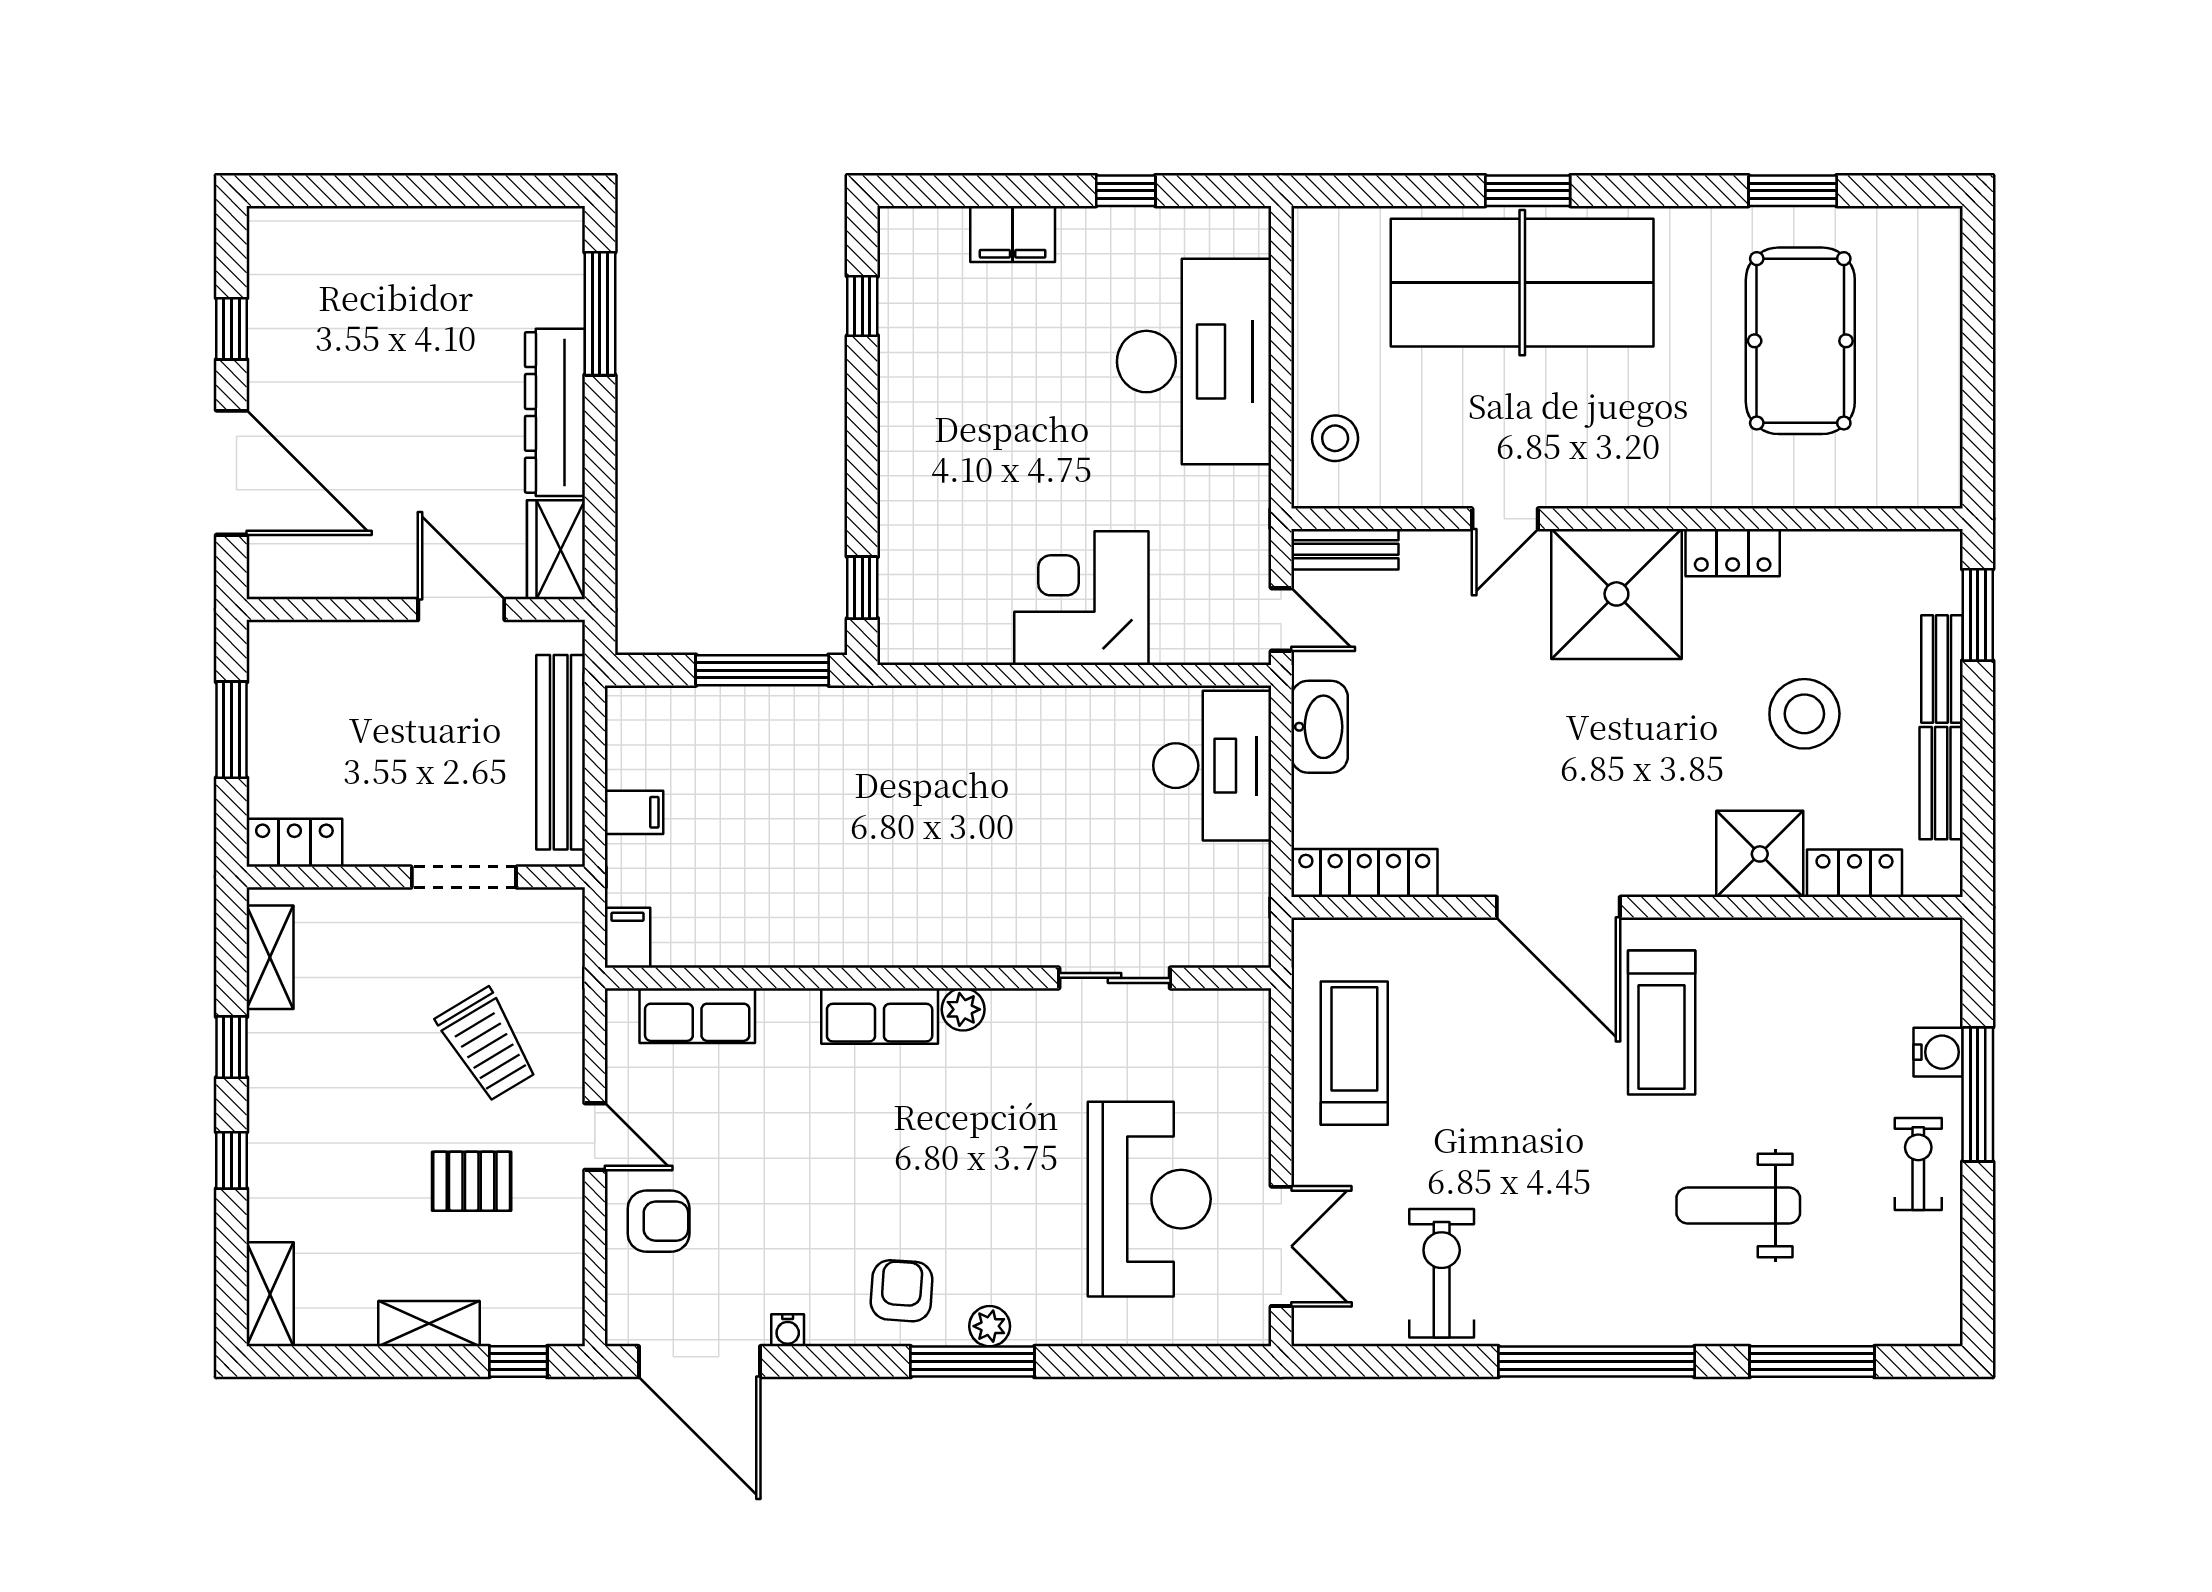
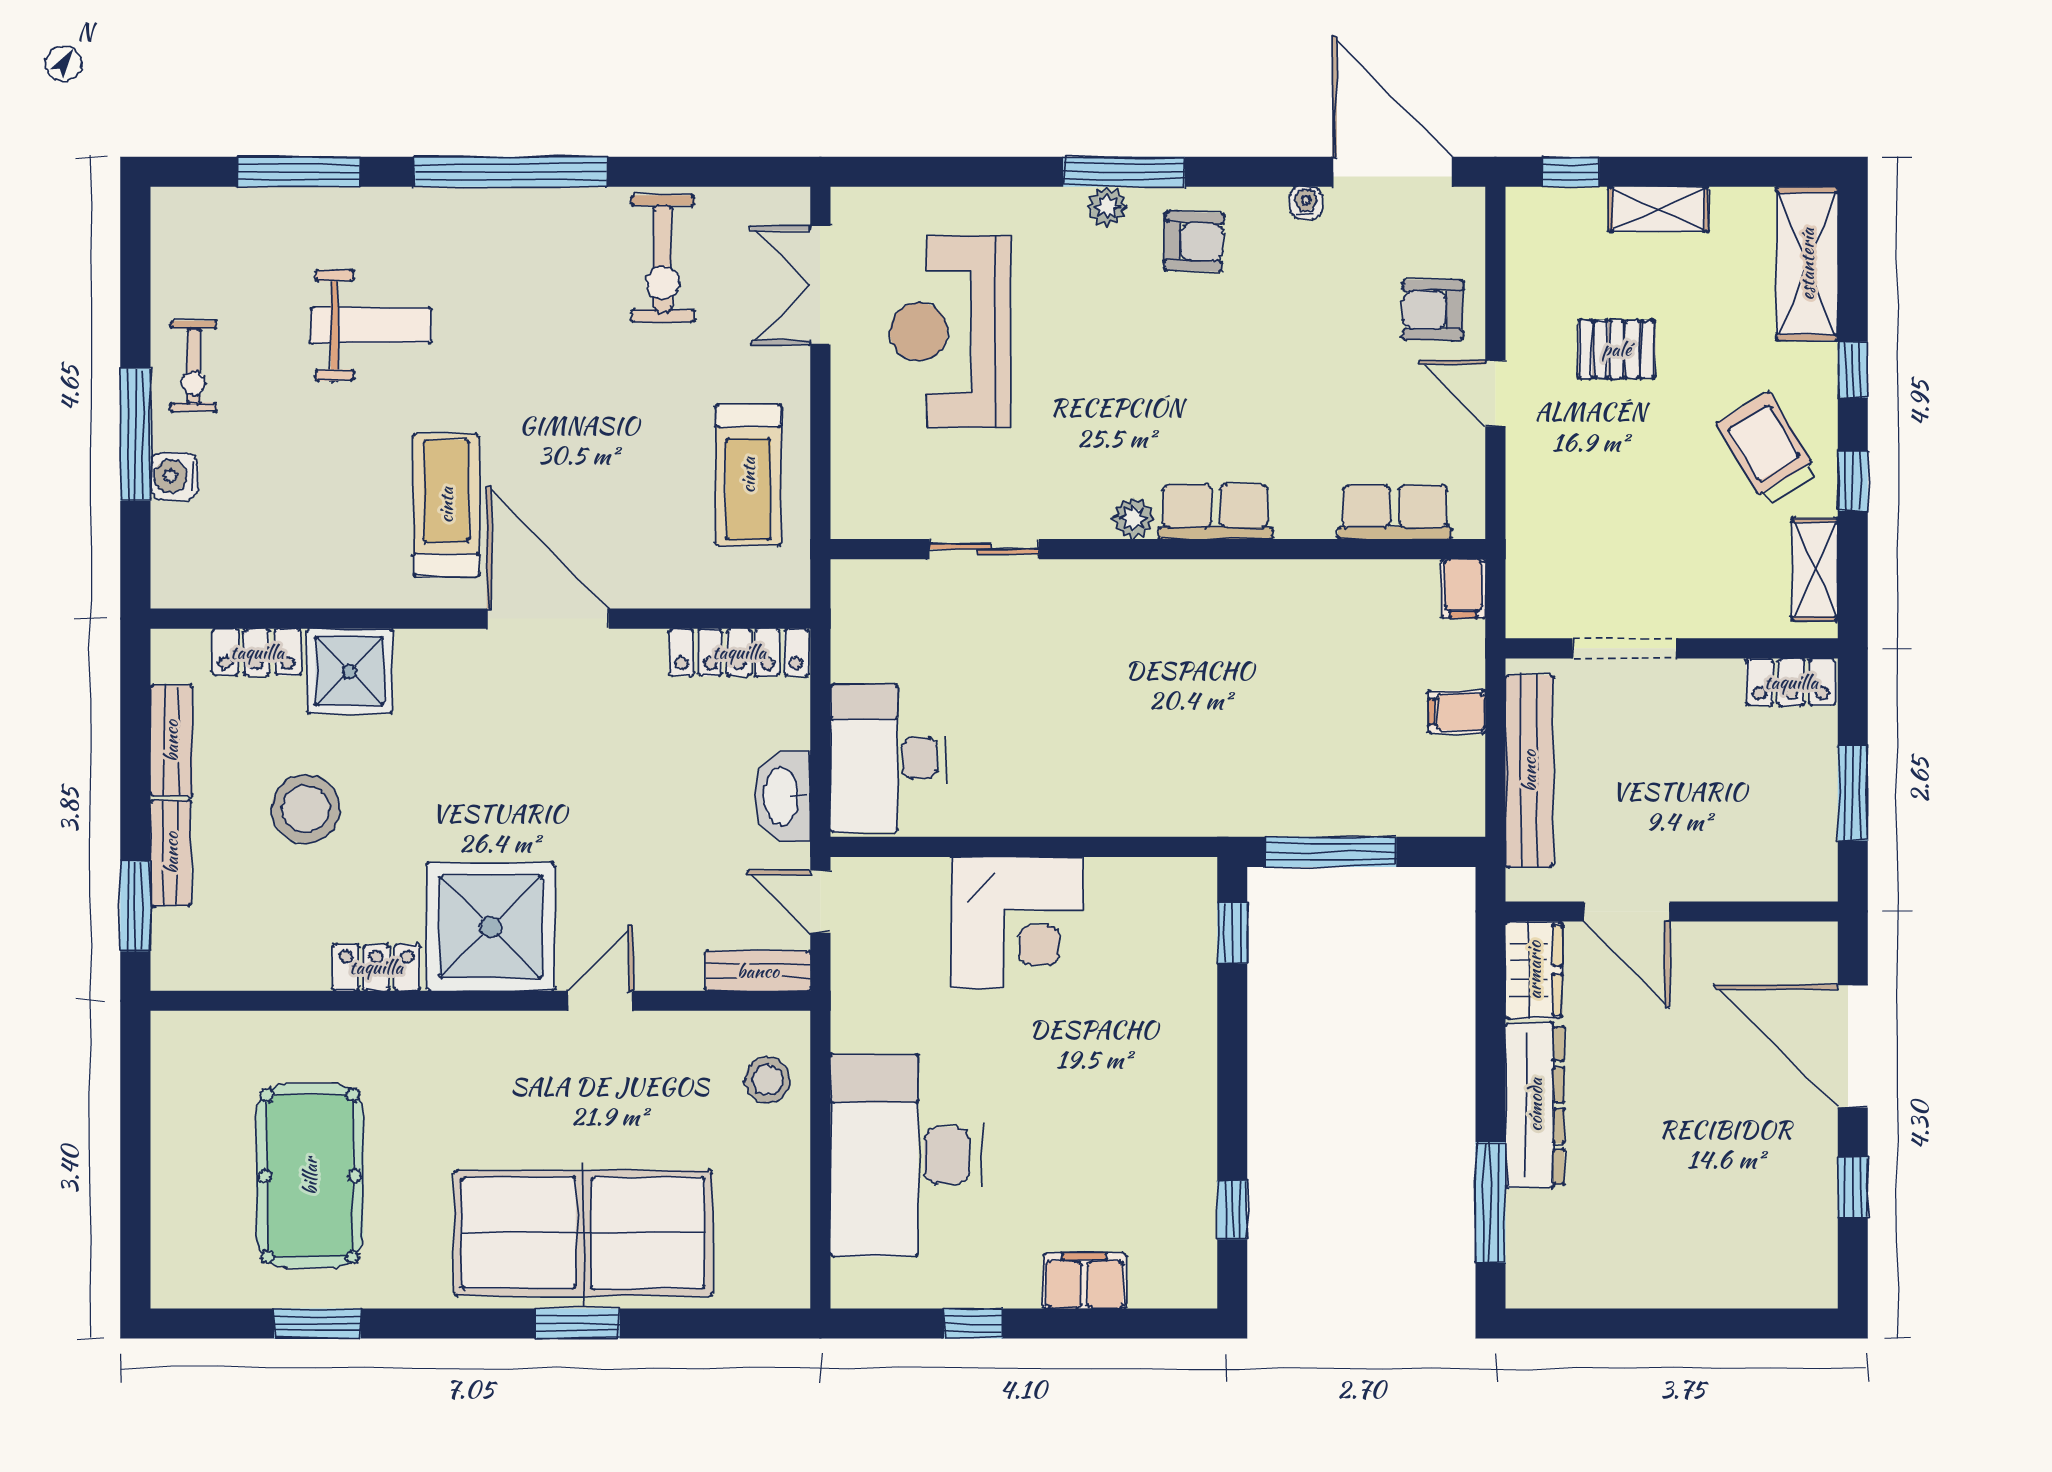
trolley: (487, 1045) -> (1767, 449), moved
armchair: (902, 1291) -> (1194, 242), turned -92
shelving: (270, 1294) -> (1807, 264), width x1.50, depth x1.33

